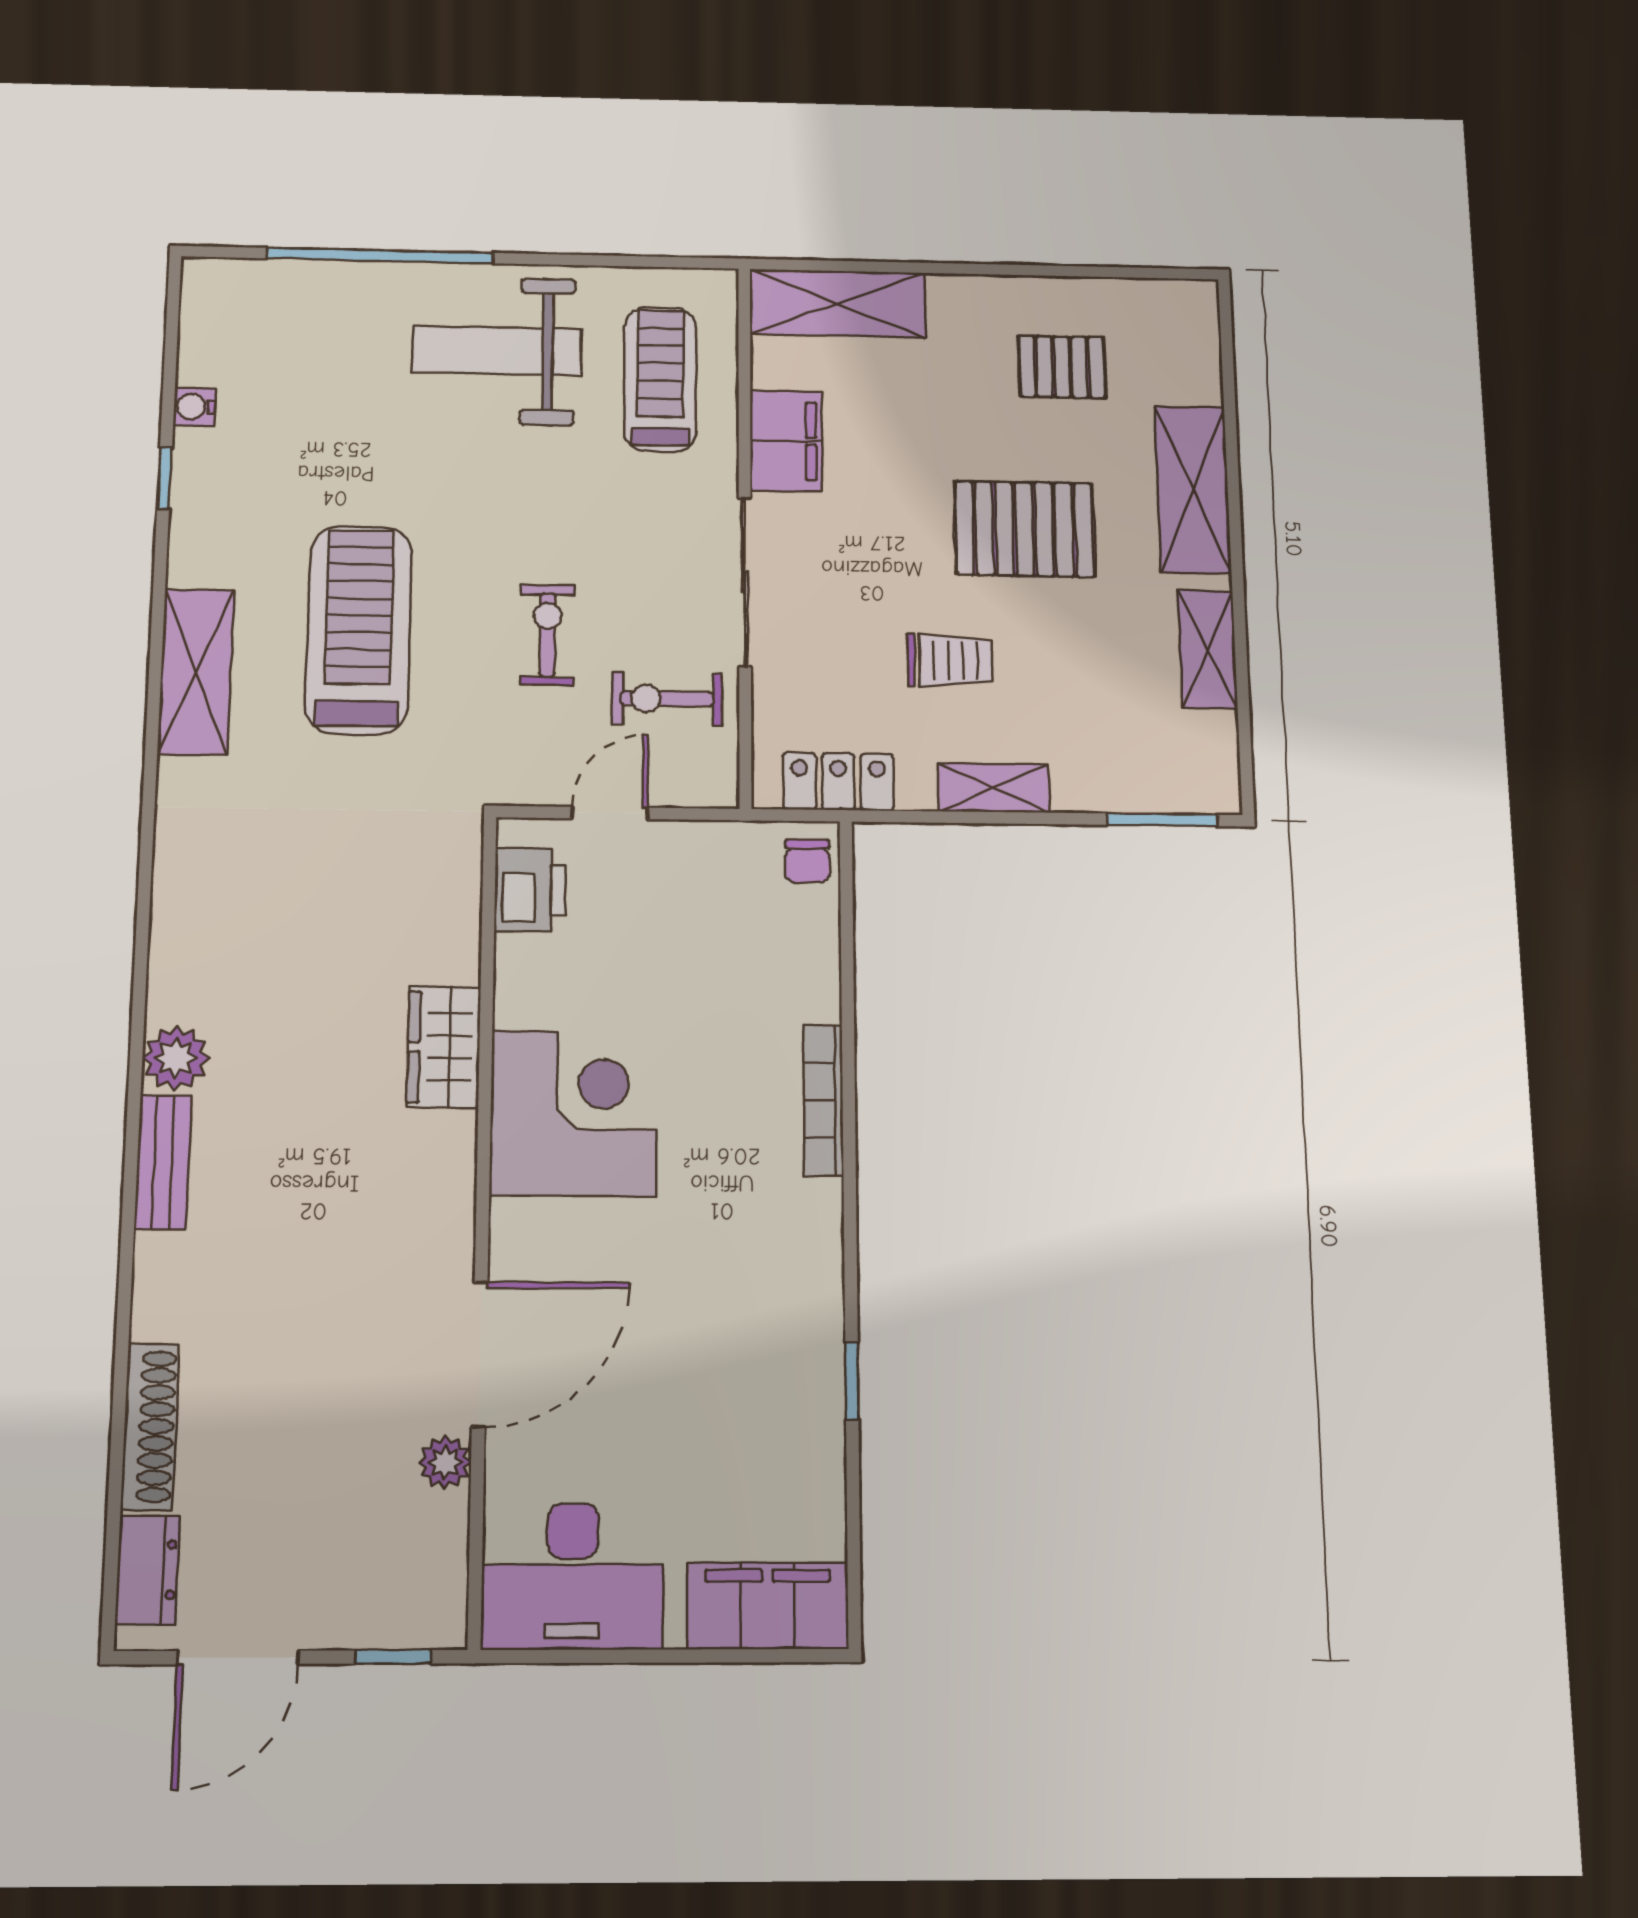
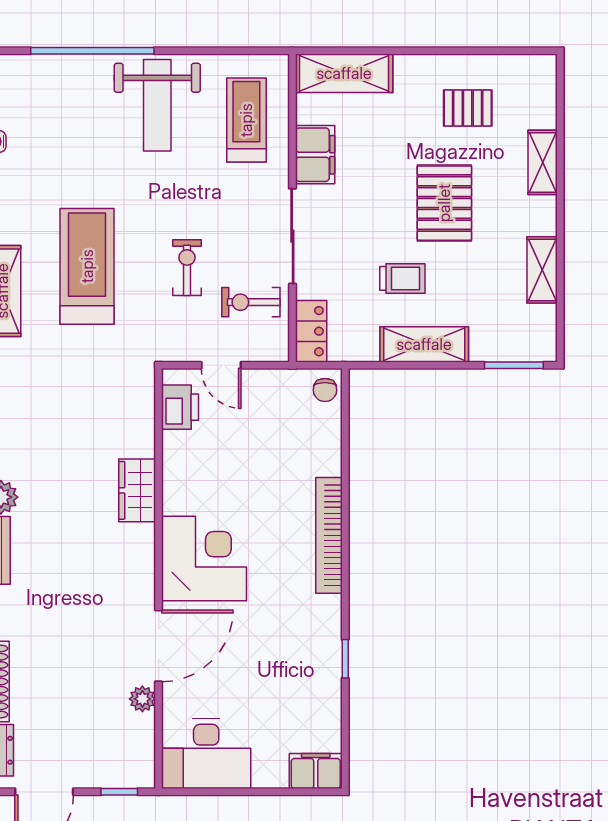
weight bench: (497, 351) -> (157, 105), turned -90
shelving: (1193, 490) -> (543, 162), width x0.67, depth x0.75
pallet: (1024, 529) -> (444, 203), turned 90
locker: (838, 782) -> (311, 331), moved, turned 90
shelving: (993, 788) -> (424, 344), width x1.50, depth x1.33
door: (610, 813) -> (221, 365), swing flipped
bookcase: (823, 1100) -> (329, 535), width x1.48, depth x1.31
corner desk: (574, 1113) -> (204, 559), moved
filing cabinet: (768, 1606) -> (316, 771), width x0.67, depth x0.86

